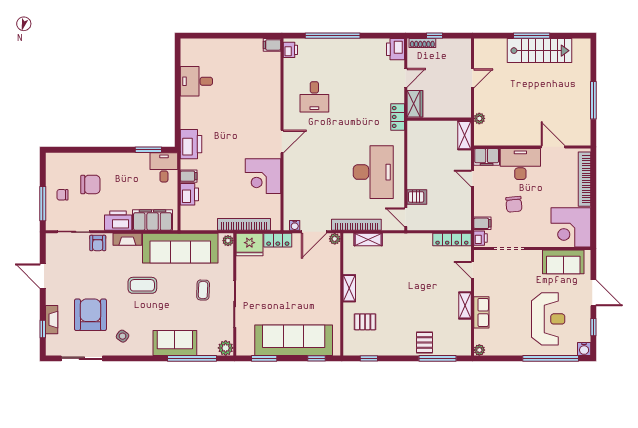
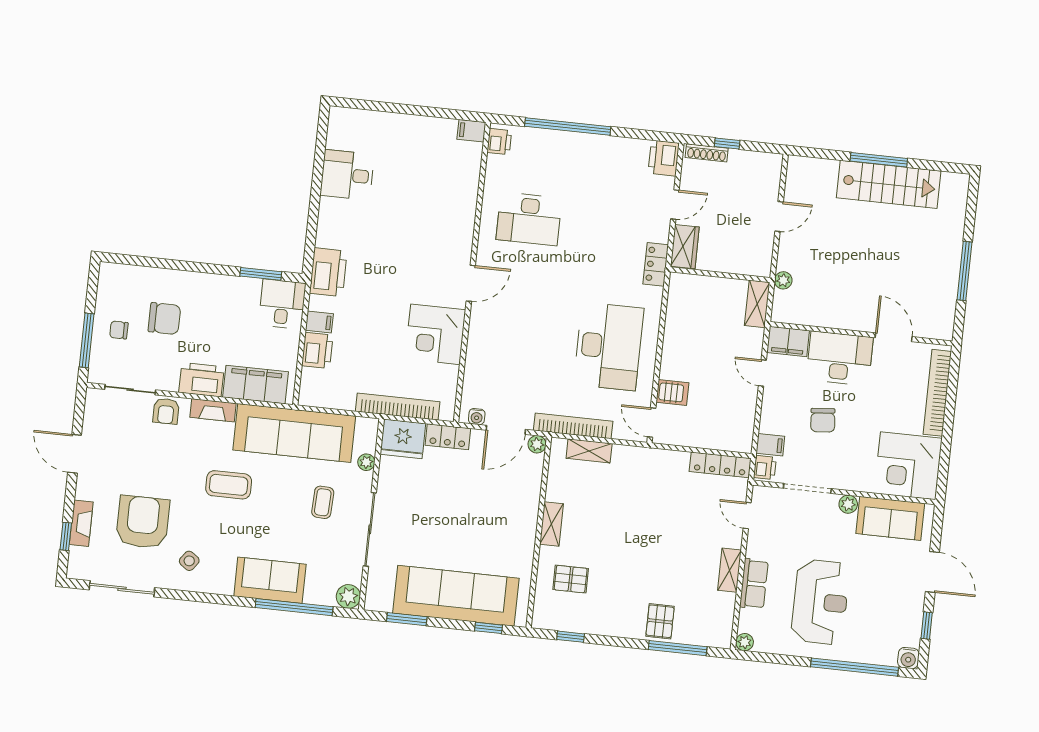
desk: (314, 97) -> (529, 219), width x1.37
plant: (228, 241) -> (366, 462), moved
plant: (536, 256) -> (848, 504), added
reception desk: (548, 319) -> (820, 602), moved

